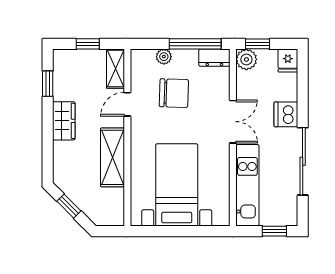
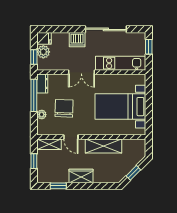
plant: (246, 59) -> (43, 52), moved
double door: (233, 122) -> (81, 72), swing flipped

